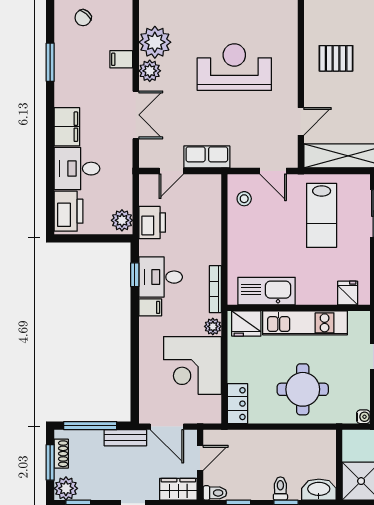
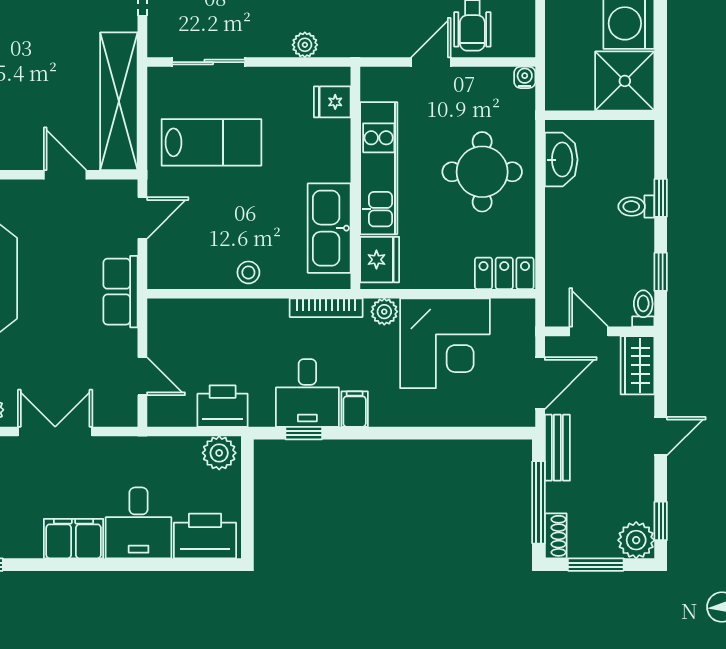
row of seats: (207, 157) -> (121, 292), moved
stool: (244, 199) -> (248, 272), moved
shoe rack: (61, 454) -> (556, 536), moved, turned 90
washbasin: (319, 490) -> (561, 160), moved, turned 180

